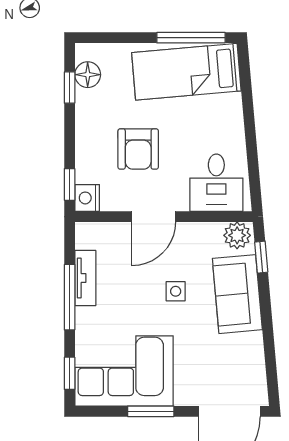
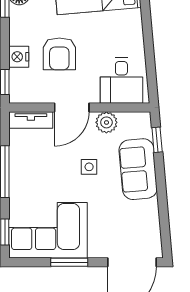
nightstand: (87, 198) -> (19, 57), moved
plant: (237, 235) -> (106, 122), moved
tv unit: (85, 278) -> (31, 120), moved, turned 90

